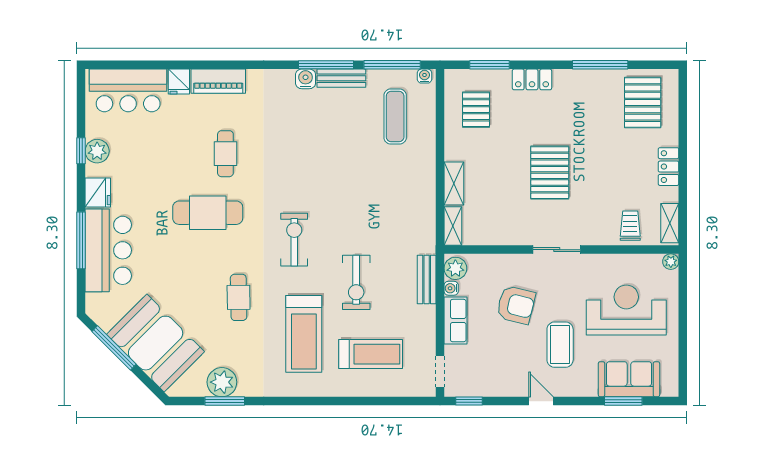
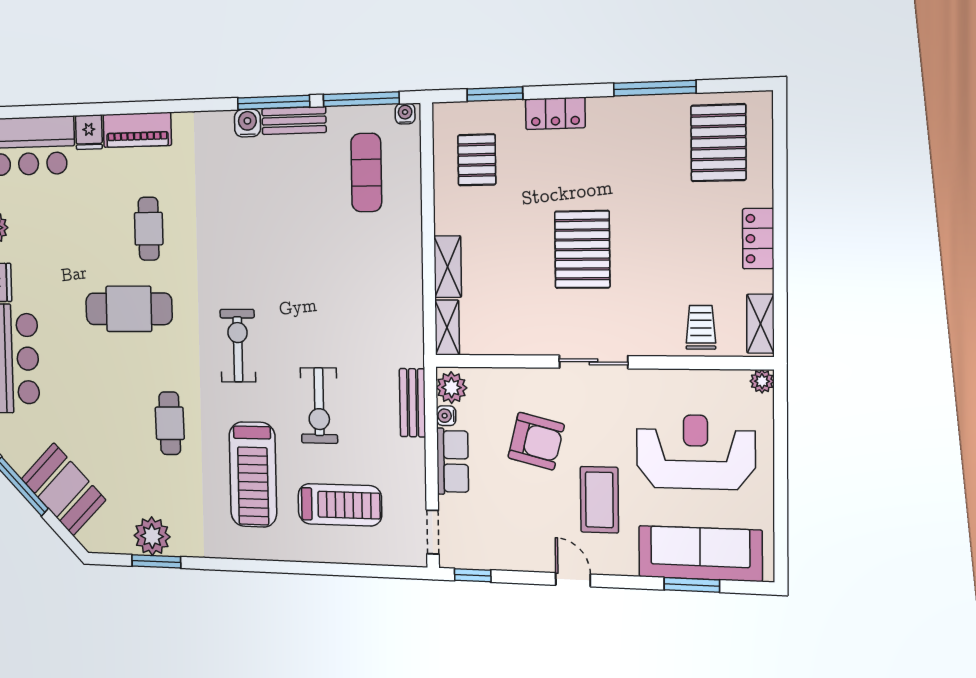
booth: (156, 343) -> (63, 489), width x0.73, depth x0.70
sofa: (629, 379) -> (700, 554), width x1.36

